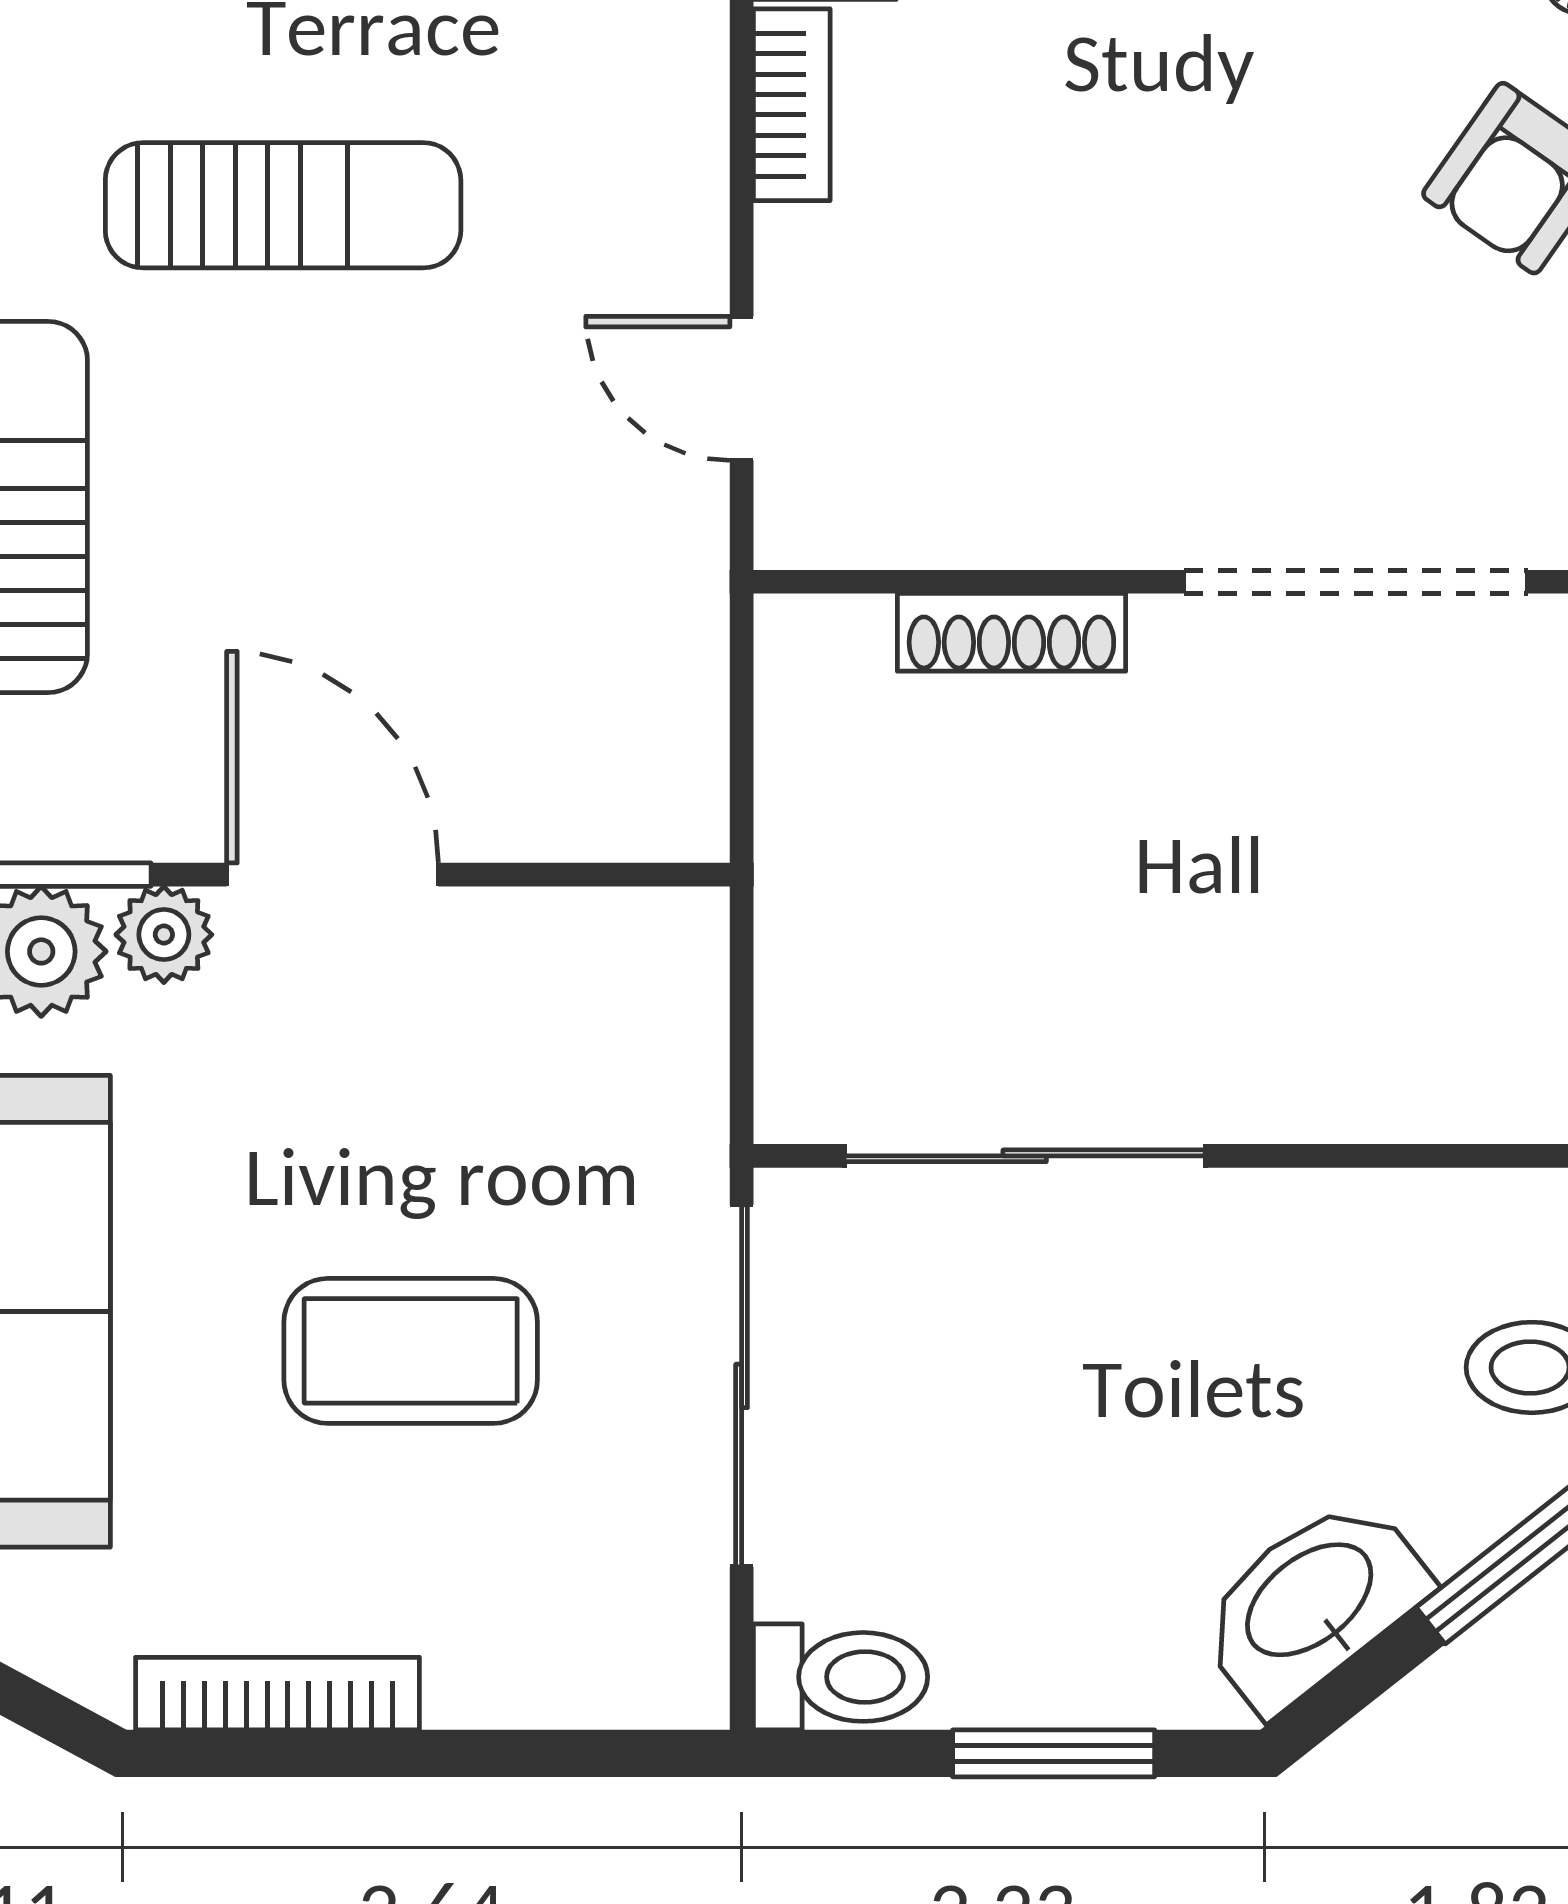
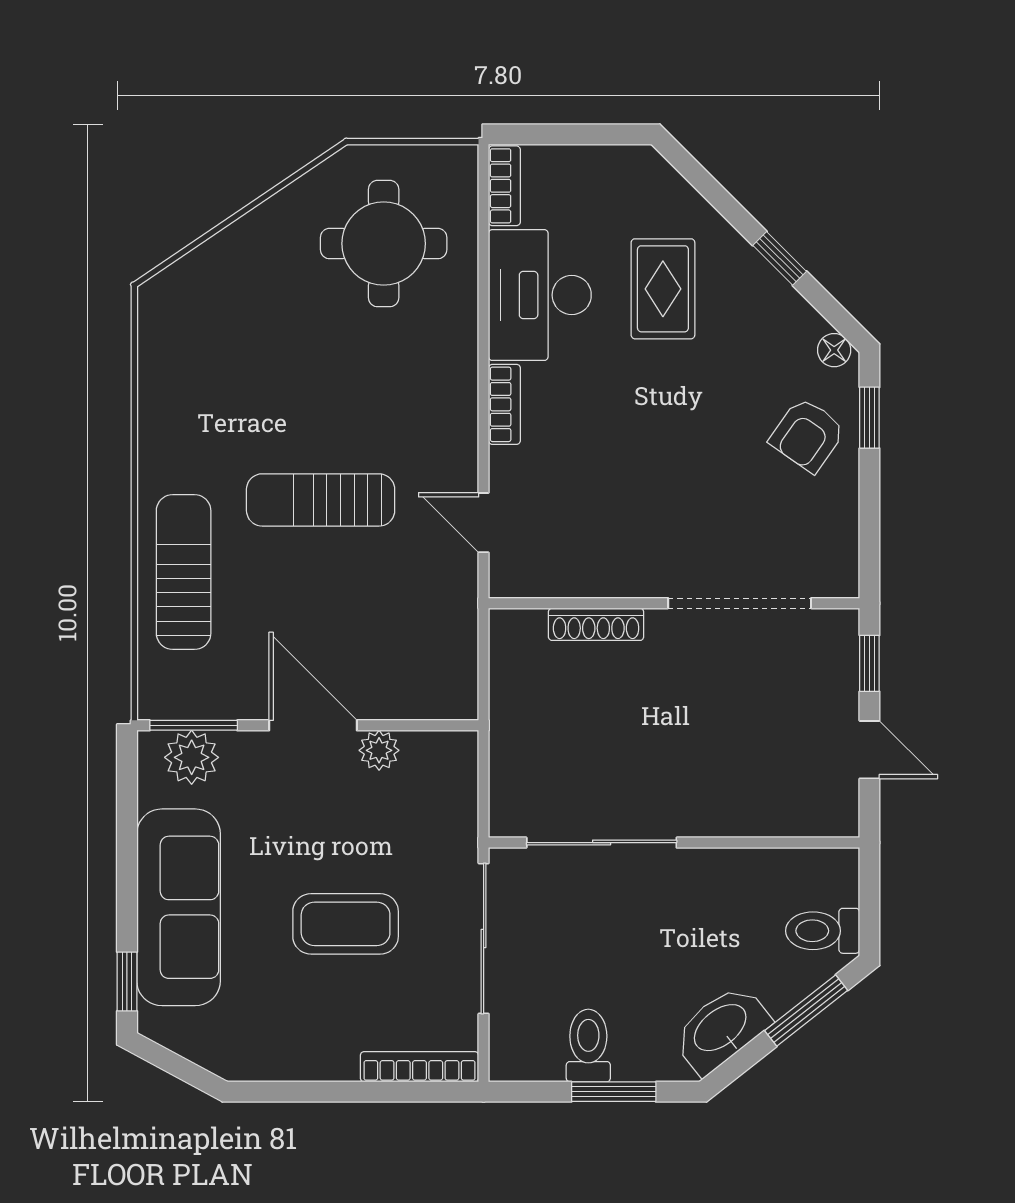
sun lounger: (283, 205) -> (321, 500), moved, turned 180
plant: (164, 935) -> (379, 750), moved
toilet: (840, 1677) -> (588, 1046), moved, turned -90
bookcase: (278, 1694) -> (419, 1067), moved

